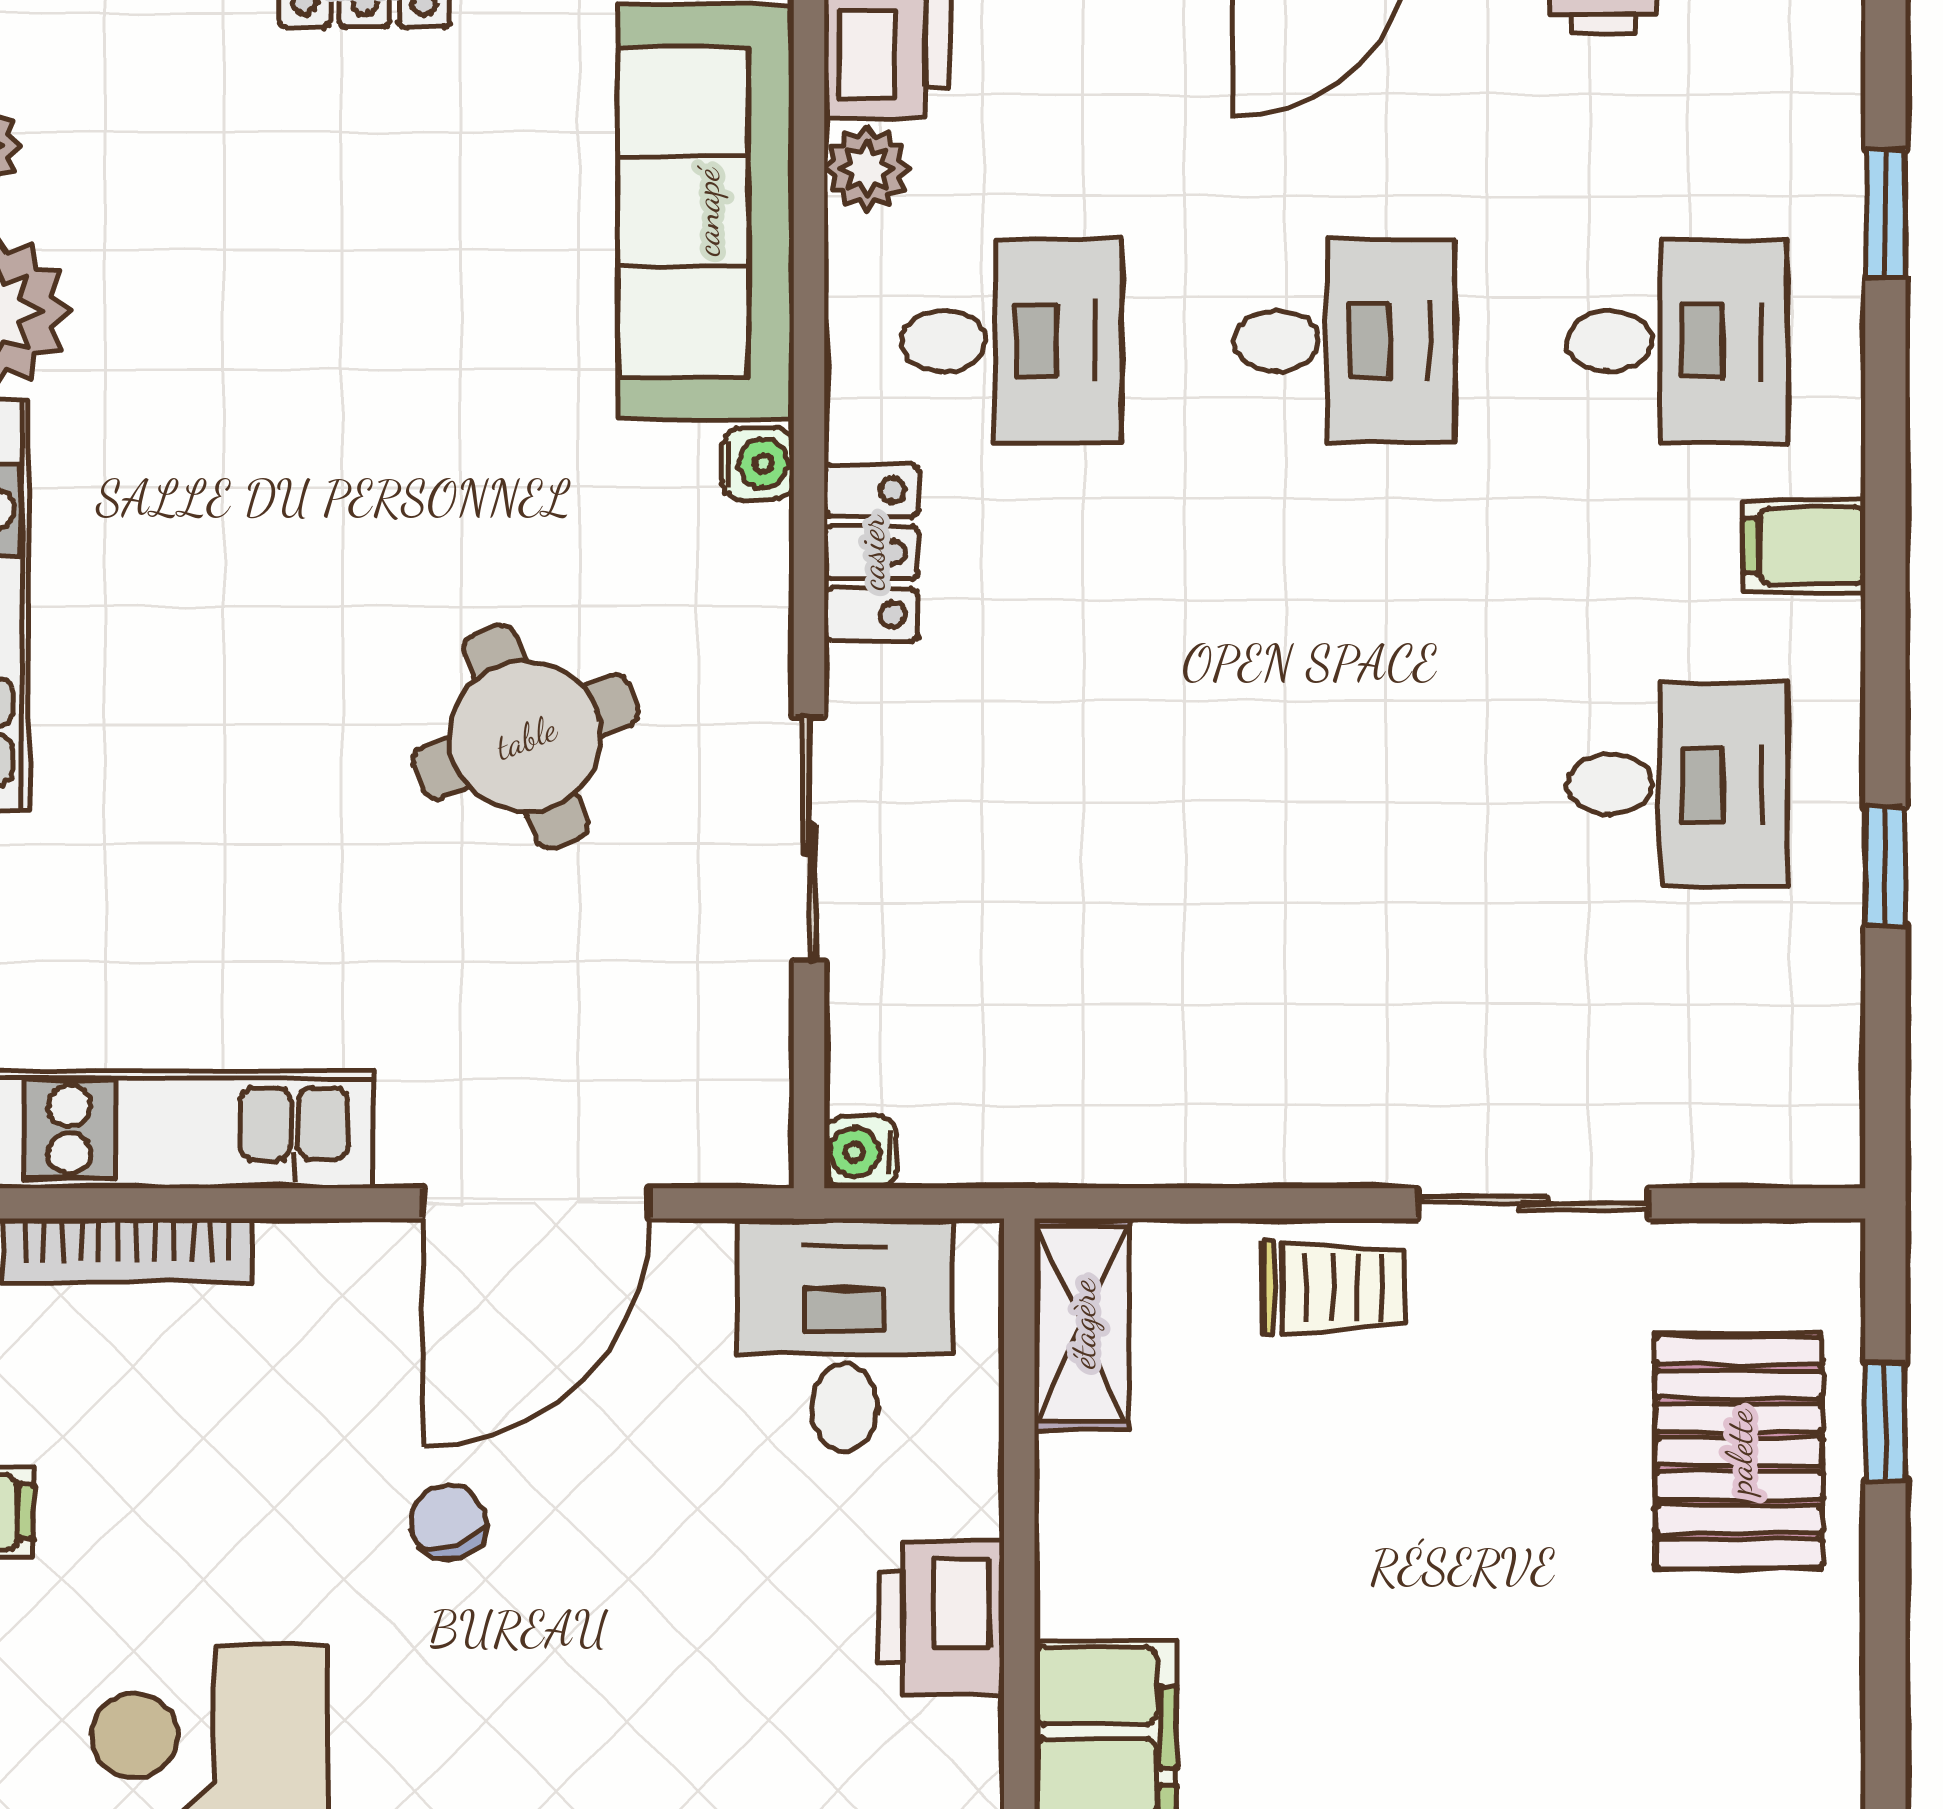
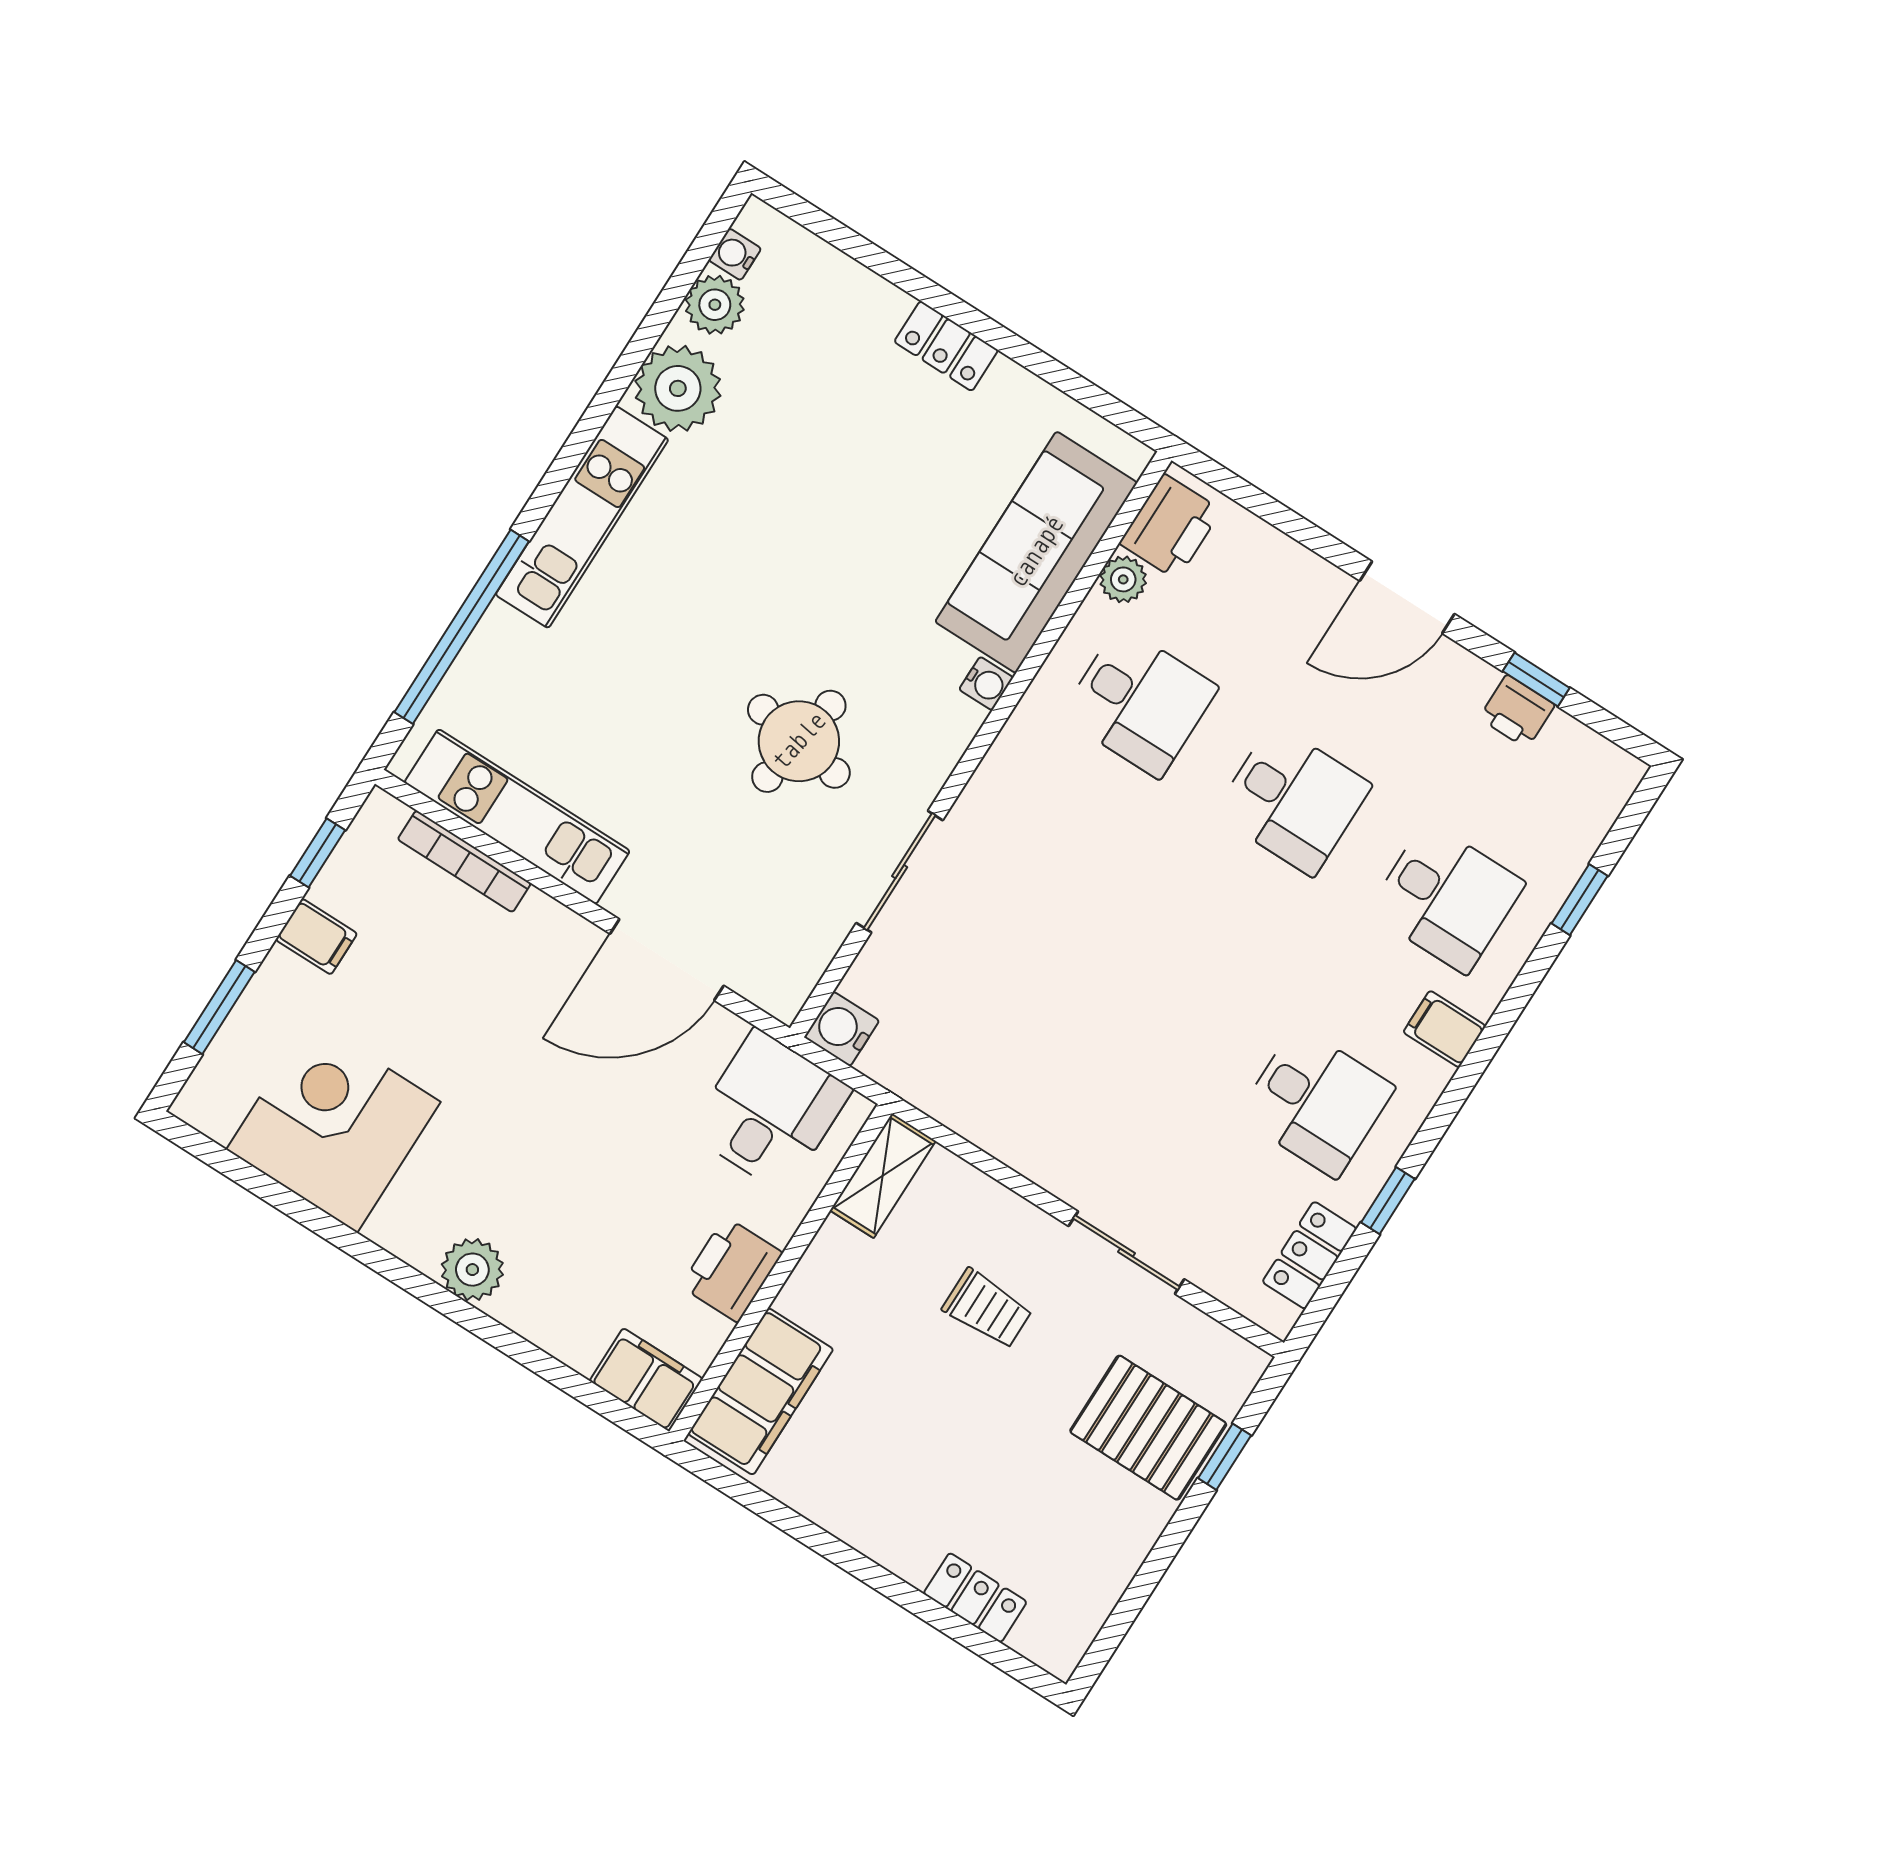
locker: (871, 553) -> (1310, 1255), moved, turned 180
round table: (526, 737) -> (799, 741), turned 30
water cooler: (860, 1152) -> (842, 1029), width x1.38, depth x1.38
trolley: (1334, 1288) -> (987, 1309), moved
pallet: (1739, 1452) -> (1148, 1428), turned 90
chair: (448, 1522) -> (532, 1081), removed

